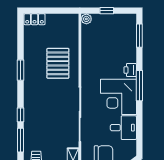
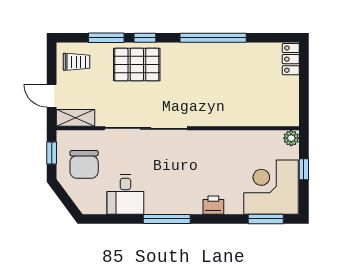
pallet: (58, 63) -> (137, 65), moved
window: (20, 70) -> (213, 38), width x2.11
window: (139, 86) -> (167, 219), moved
corner desk: (118, 97) -> (271, 187), moved

